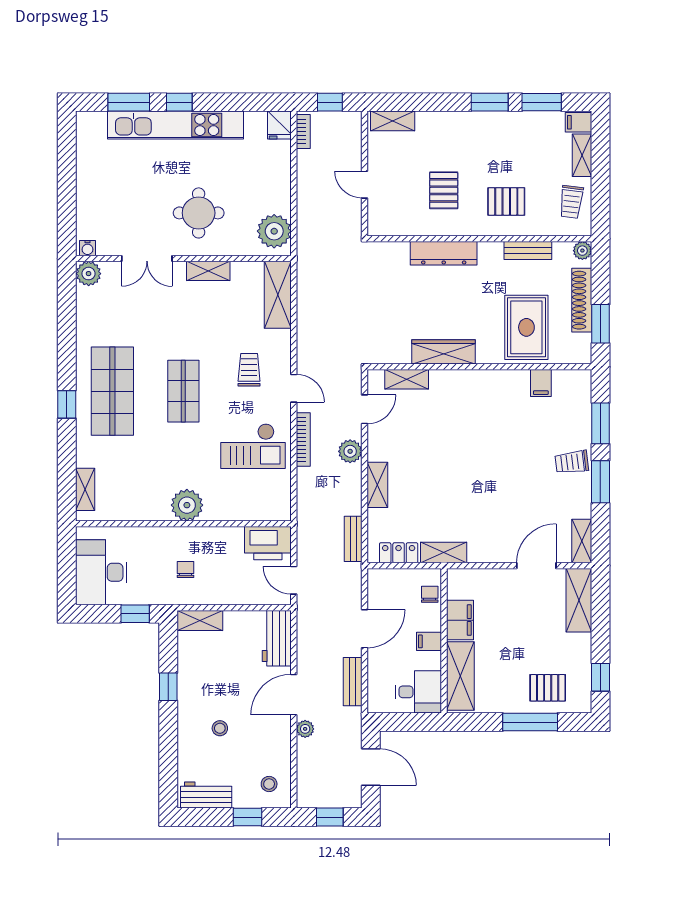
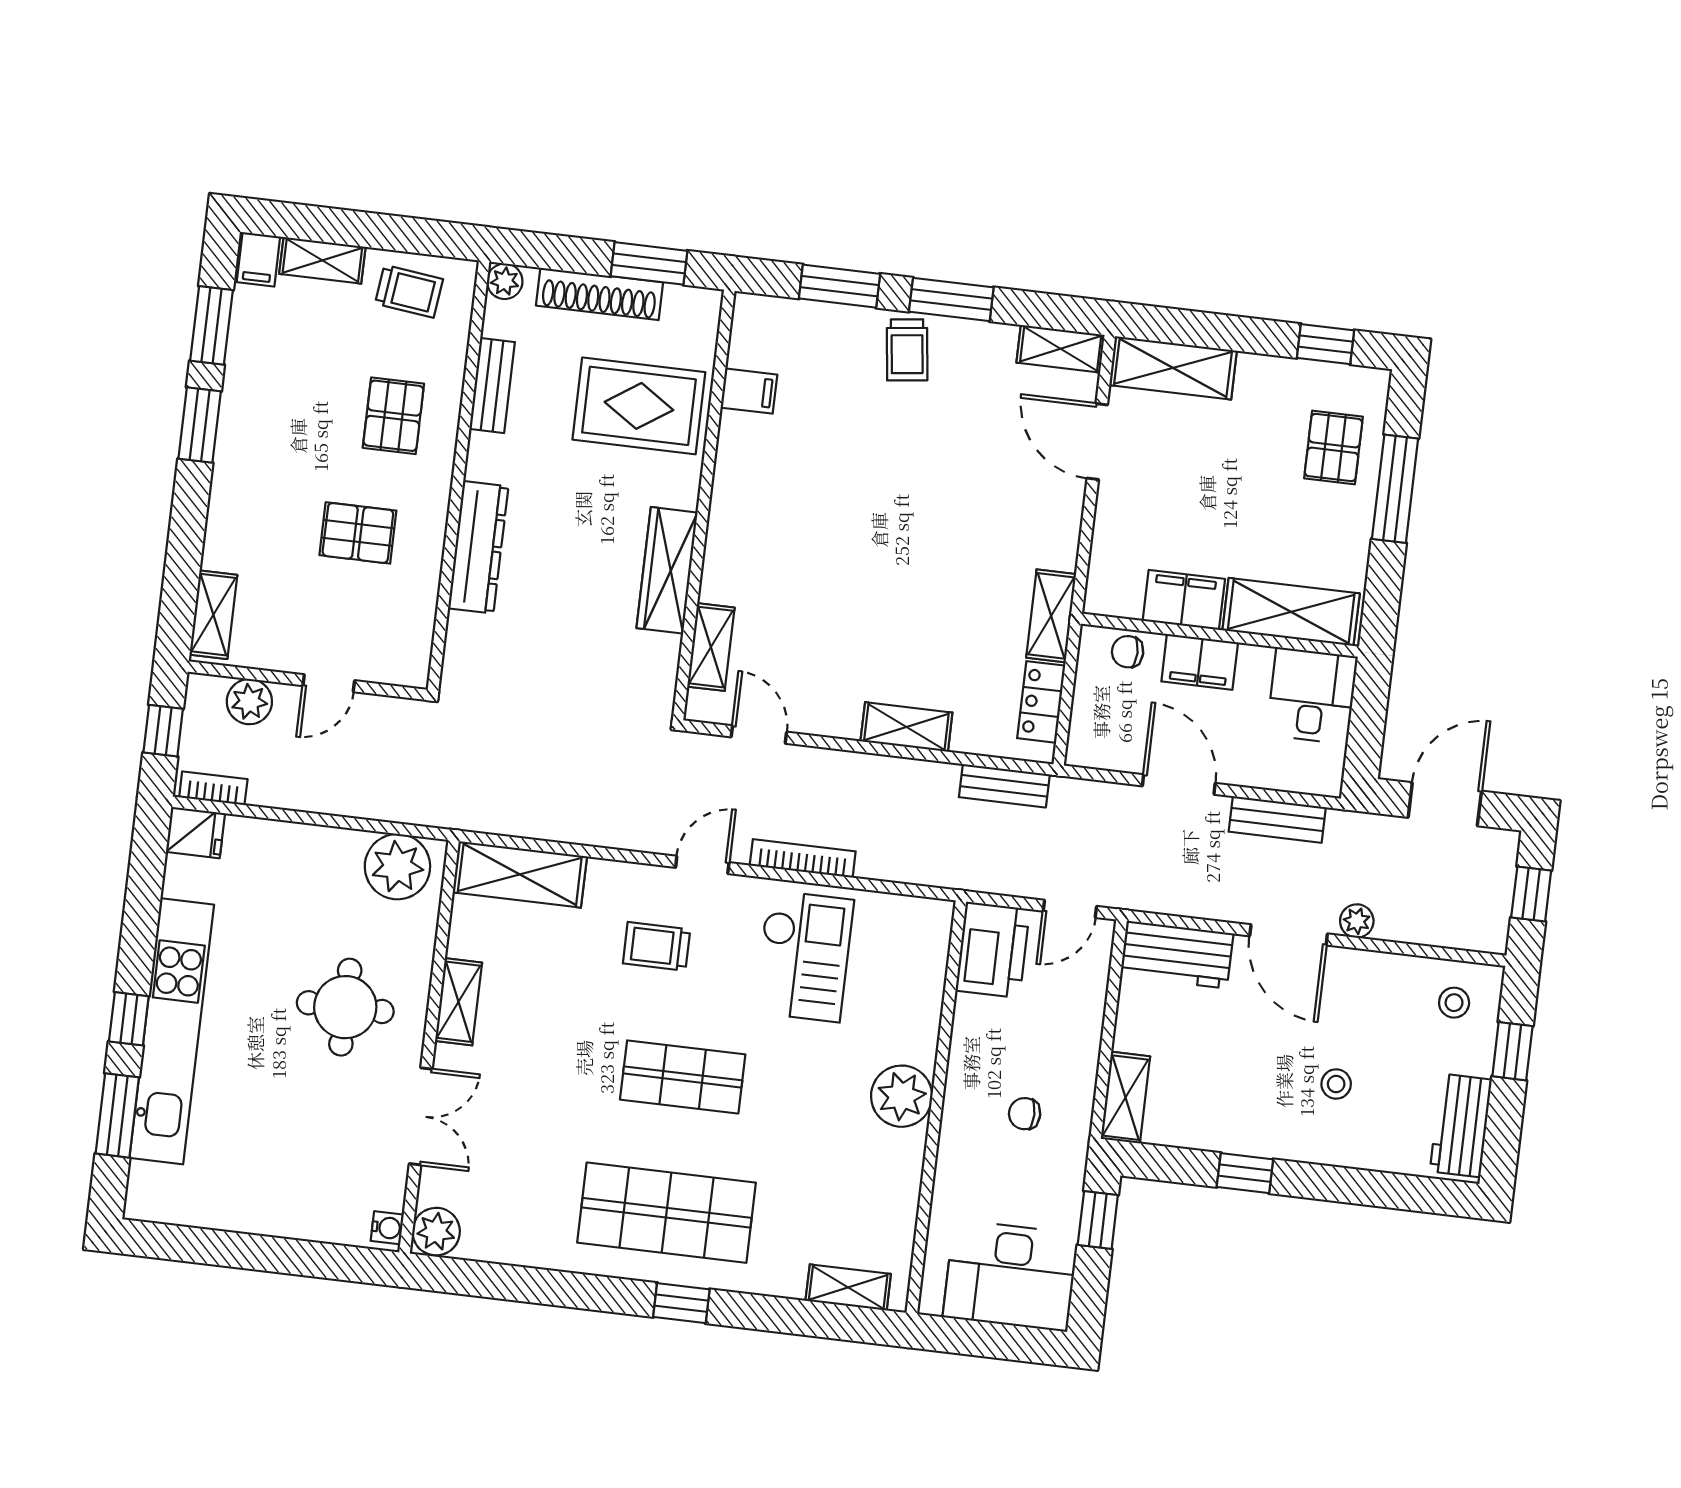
plant: (350, 451) -> (249, 702), moved
filing cabinet: (429, 641) -> (1200, 662), width x2.00

